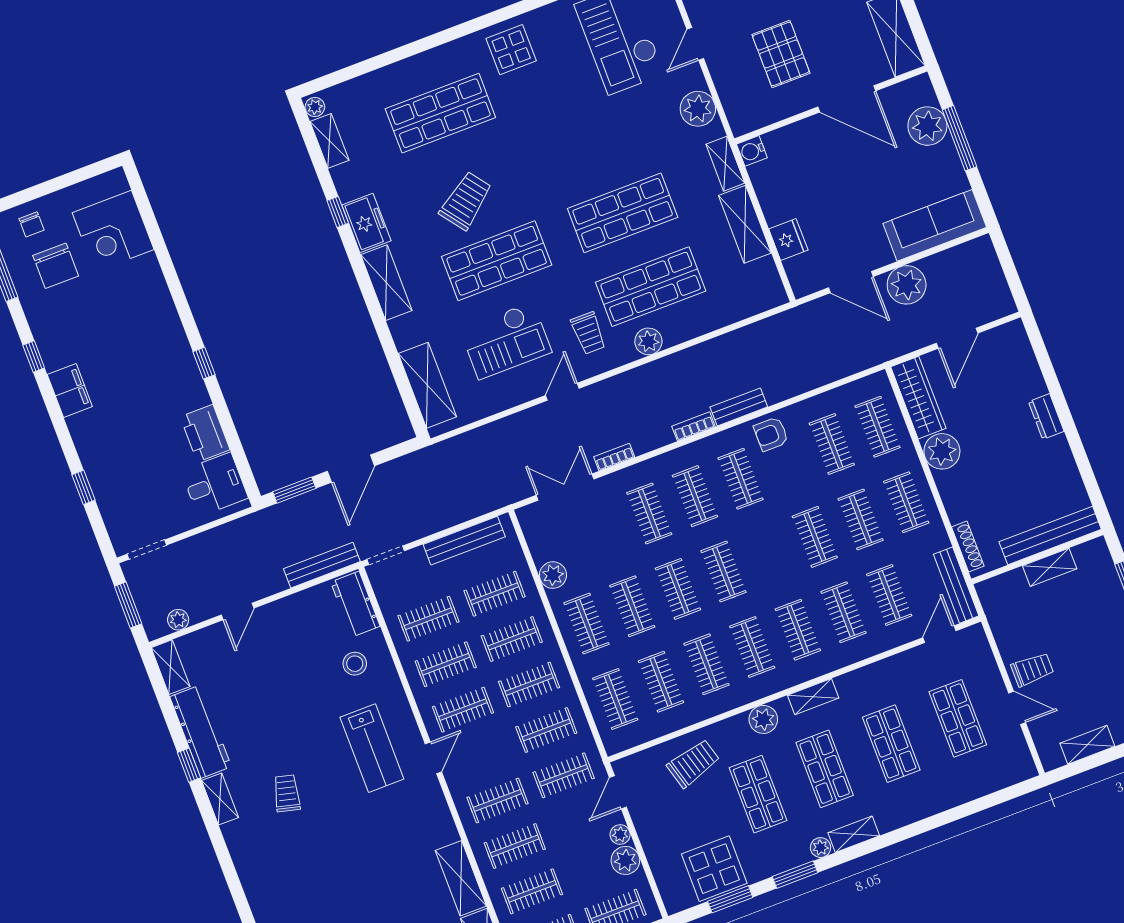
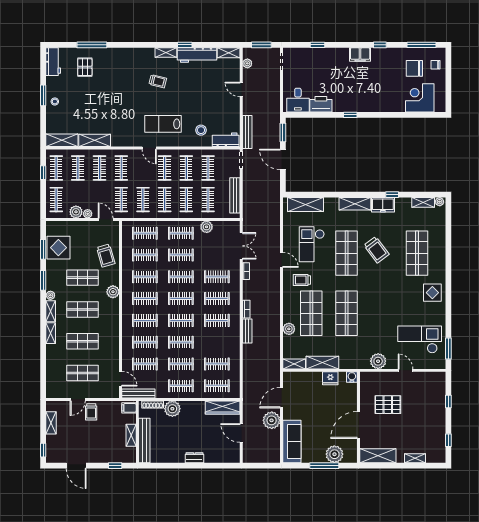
shelving: (725, 164) -> (294, 364), moved
fridge: (788, 239) -> (330, 378), moved
plant: (648, 341) -> (289, 329), moved
armchair: (771, 434) -> (231, 340), removed
plant: (942, 451) -> (172, 409), moved
clothes rail: (769, 554) -> (181, 320), added
filing cabinet: (994, 593) -> (129, 408), added
shelving: (813, 697) -> (51, 333), moved

